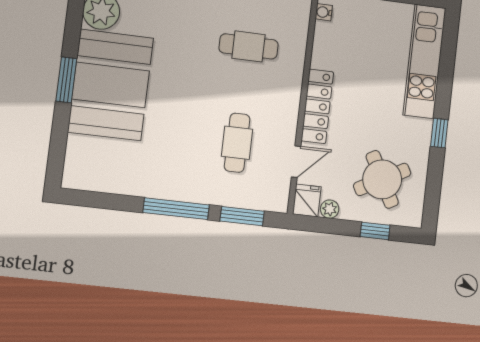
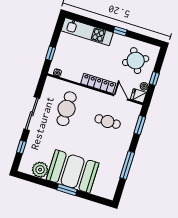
cafe table: (249, 46) -> (67, 109), width x1.37, depth x1.35
window: (176, 209) -> (127, 165), moved
window: (375, 231) -> (154, 78), moved

